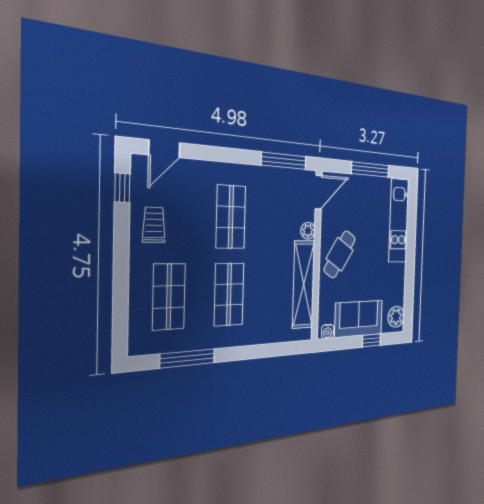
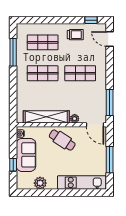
plant: (396, 317) -> (40, 183), moved

